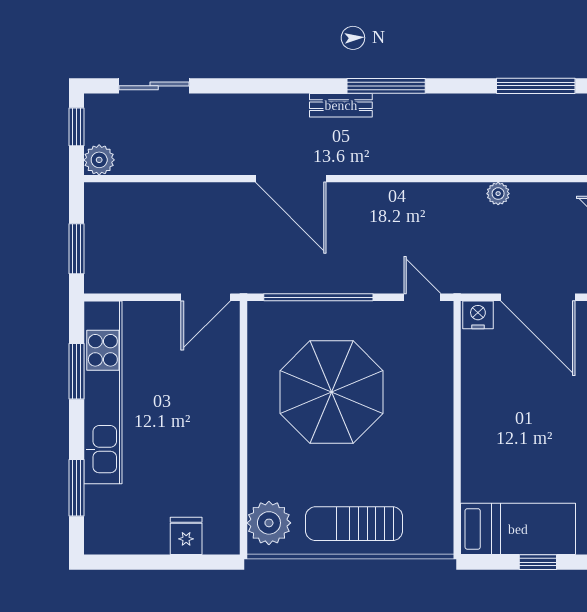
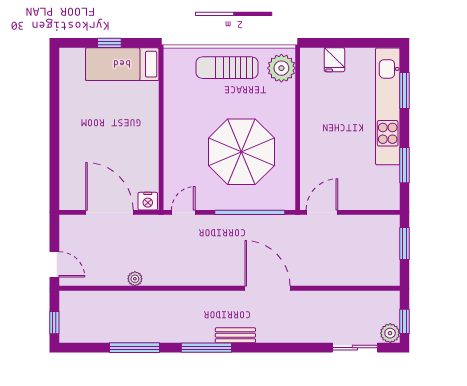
window: (536, 86) -> (135, 348), moved
plant: (99, 160) -> (390, 333), moved
door: (422, 297) -> (183, 212), swing flipped
kitchen unit: (103, 392) -> (388, 106), moved
sun lounger: (354, 524) -> (227, 68), turned 180

